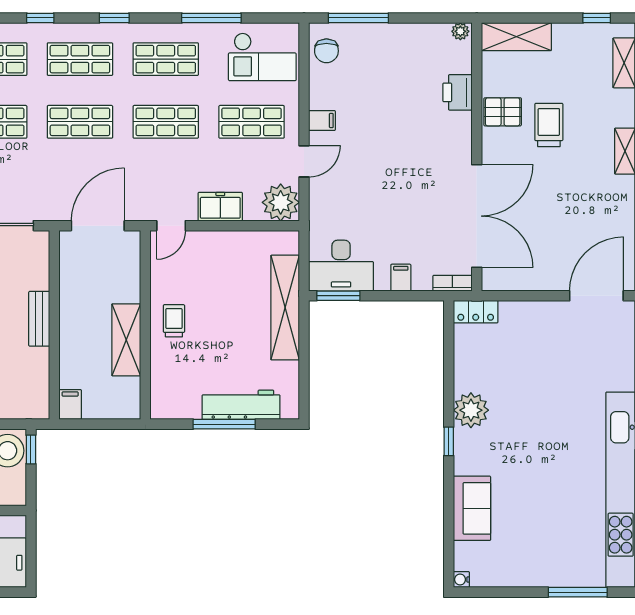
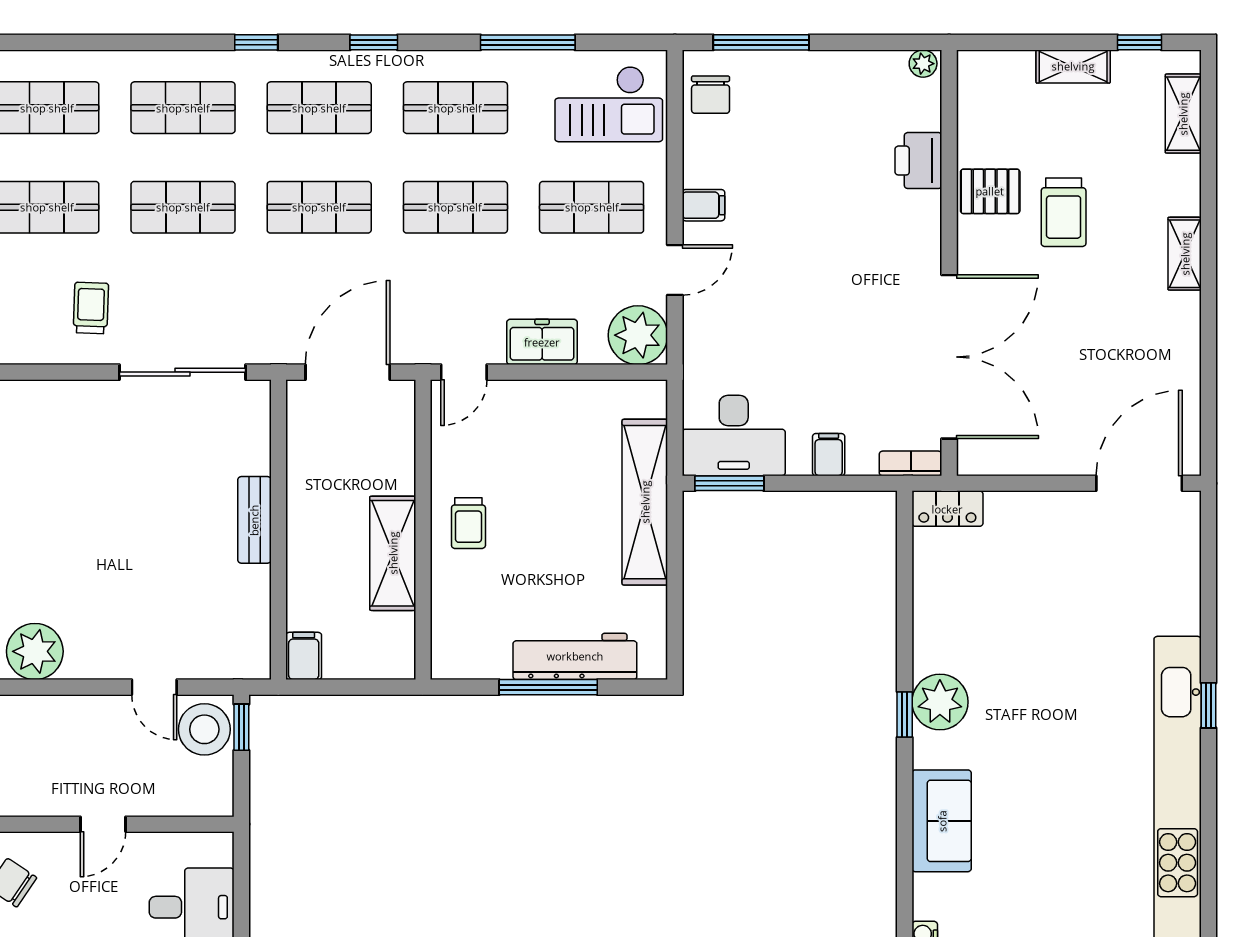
shelving: (516, 37) -> (1073, 66), moved, width x0.67, depth x0.75
trolley: (549, 125) -> (1064, 212), turned 180
trolley: (174, 321) -> (468, 523), turned 180
plant: (471, 410) -> (940, 702), moved

